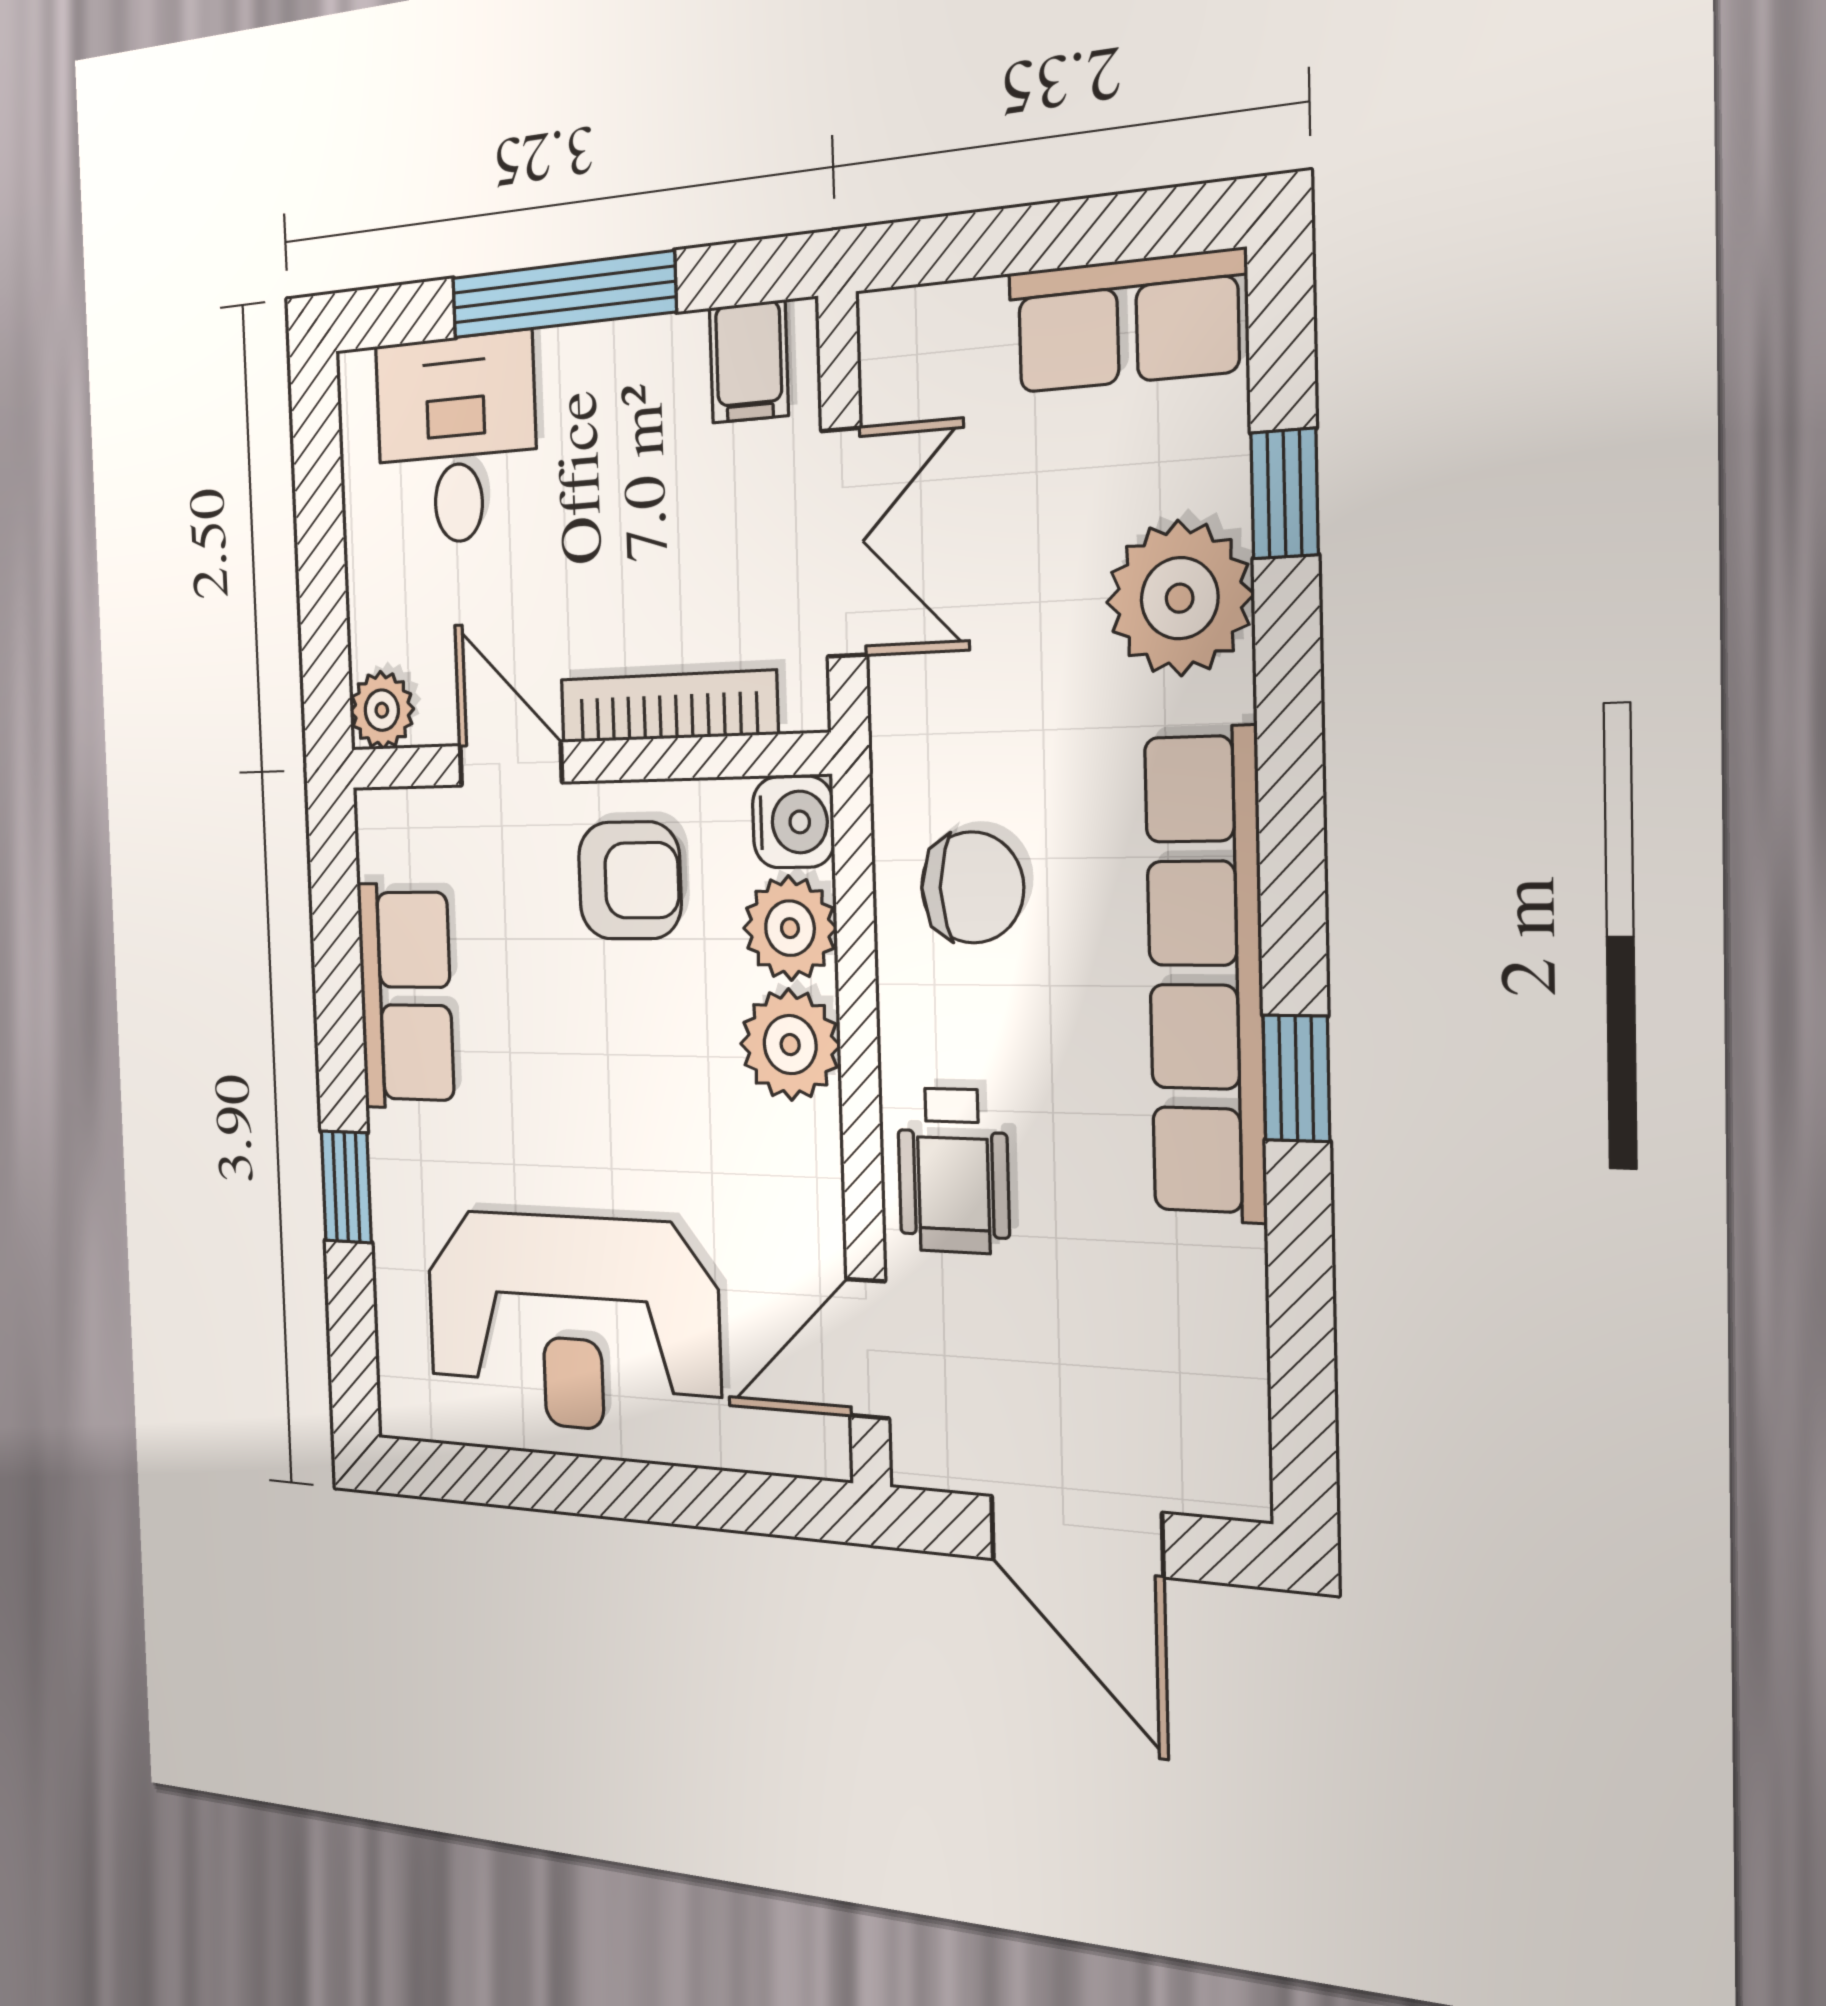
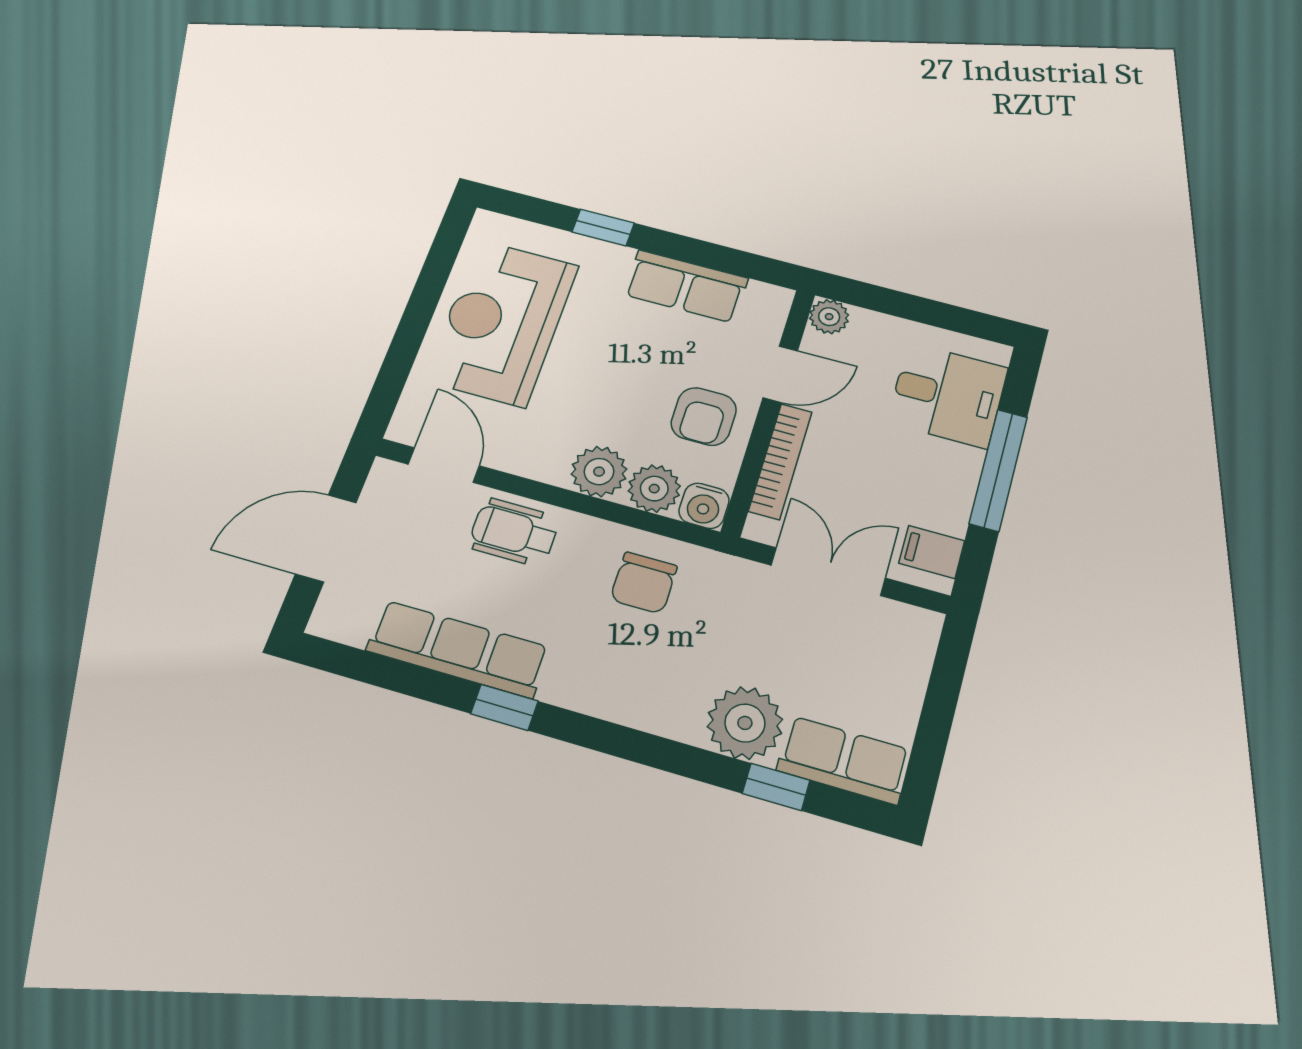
row of seats: (1127, 321) -> (844, 760), moved, turned 90
double door: (844, 543) -> (828, 572), swing flipped
row of seats: (1206, 975) -> (458, 649), moved, width x0.73

